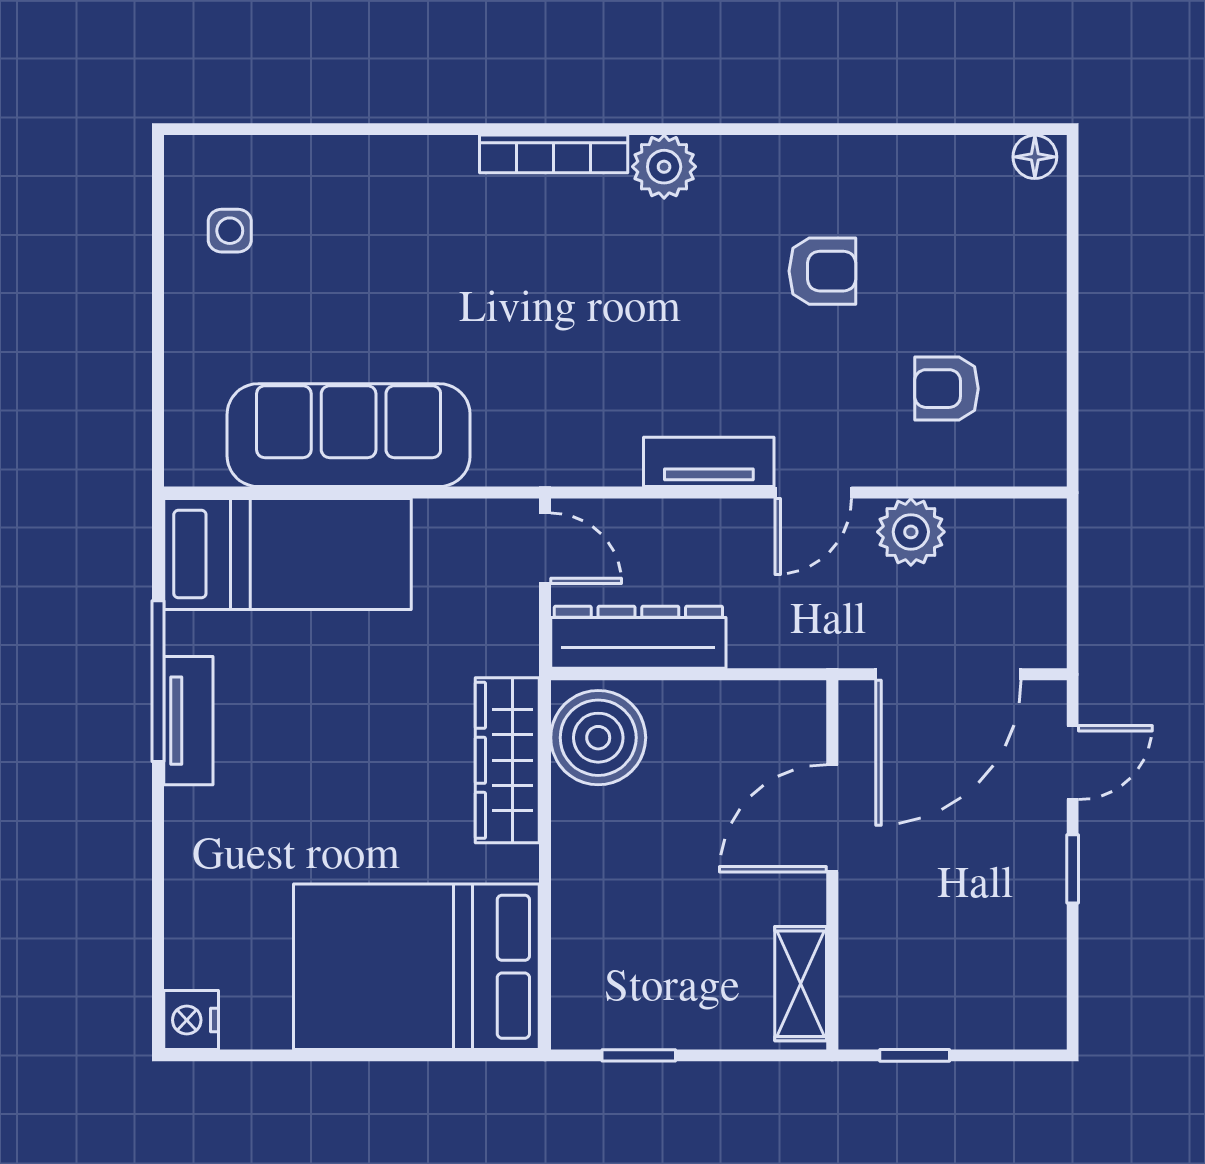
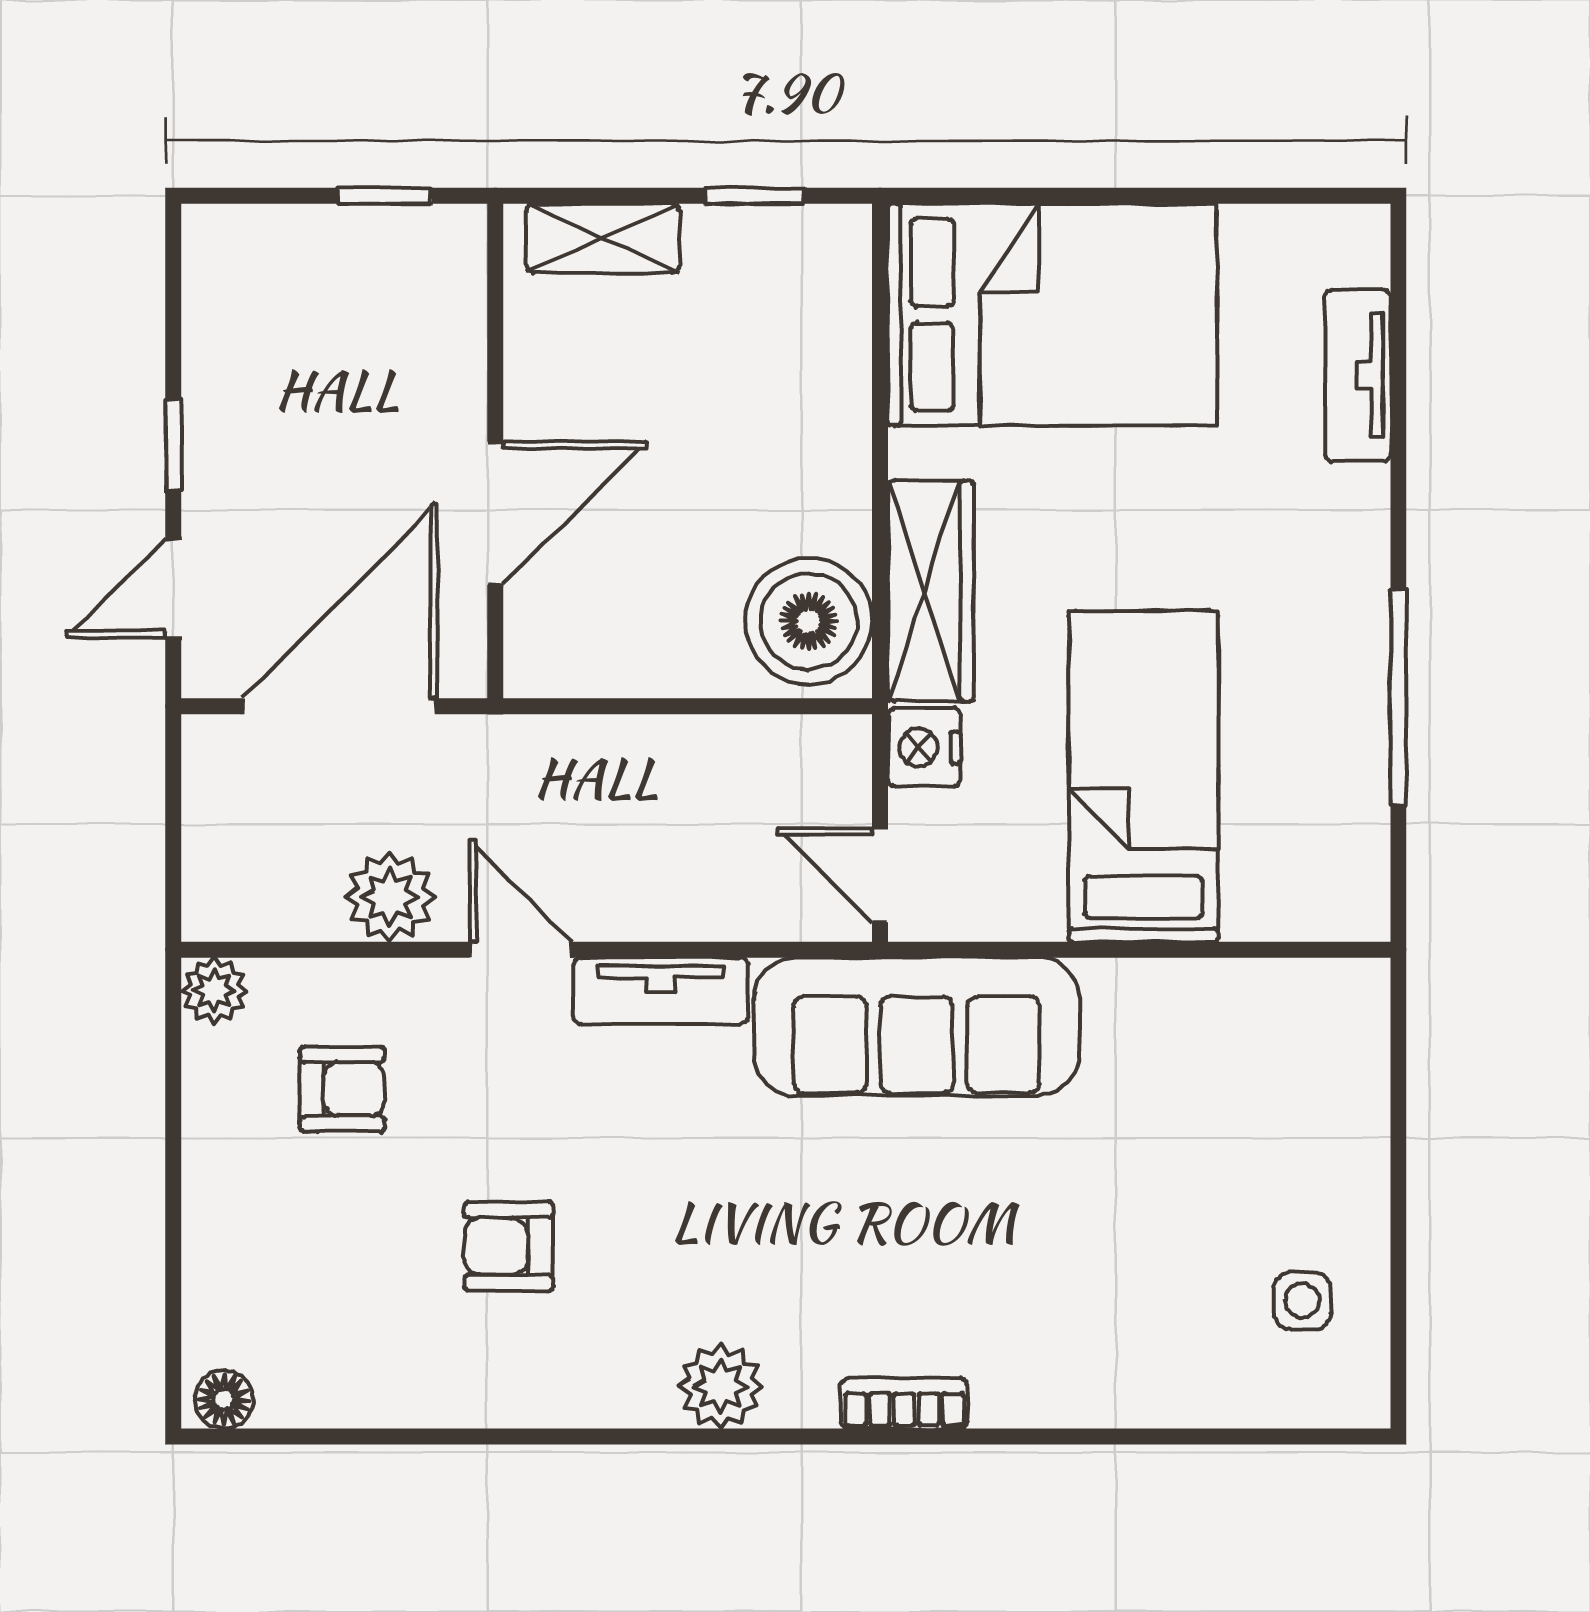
bookcase: (554, 154) -> (904, 1403), width x0.64
sofa: (349, 435) -> (917, 1027), moved
plant: (1042, 462) -> (214, 991), added
door: (813, 493) -> (521, 950), hinge flipped
bed: (288, 554) -> (1143, 776), moved, turned 90
dresser: (638, 637) -> (755, 756), removed
tv unit: (188, 721) -> (1358, 375), moved
shelving: (801, 984) -> (603, 238), moved, turned 90
nightstand: (191, 1020) -> (924, 748), moved, turned 180

